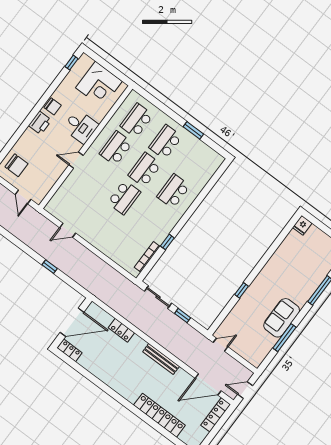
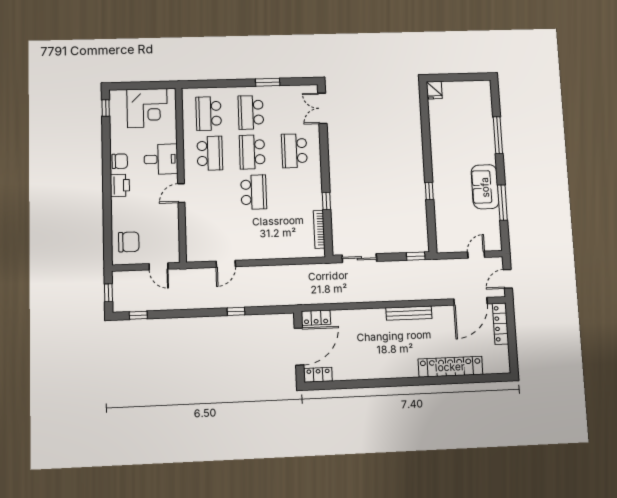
school desk: (116, 148) -> (210, 153), turned 180
double door: (216, 177) -> (322, 108), added
window: (183, 316) -> (416, 256), moved
locker: (121, 330) -> (316, 318), moved
door: (221, 345) -> (476, 255), moved

